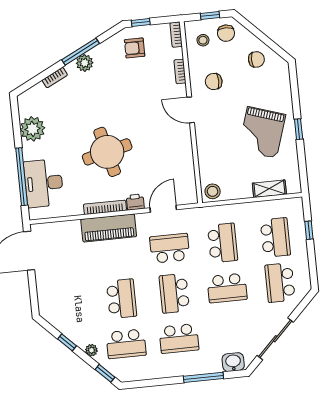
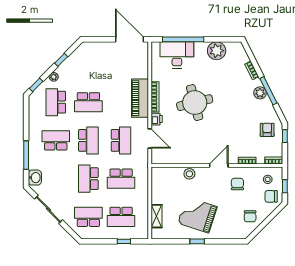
stool: (213, 191) -> (189, 174), moved
school desk: (174, 293) -> (88, 140), turned 90
school desk: (179, 338) -> (56, 140), turned 90

